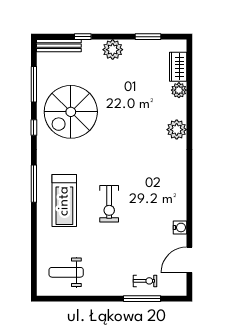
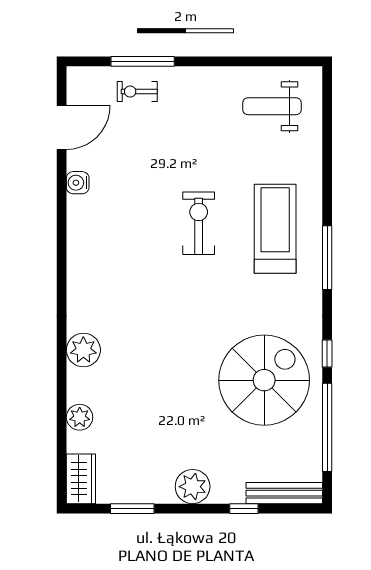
wardrobe: (178, 67) -> (81, 479), moved
window: (34, 84) -> (327, 427), width x1.46
weight bench: (66, 272) -> (272, 106), turned 180

